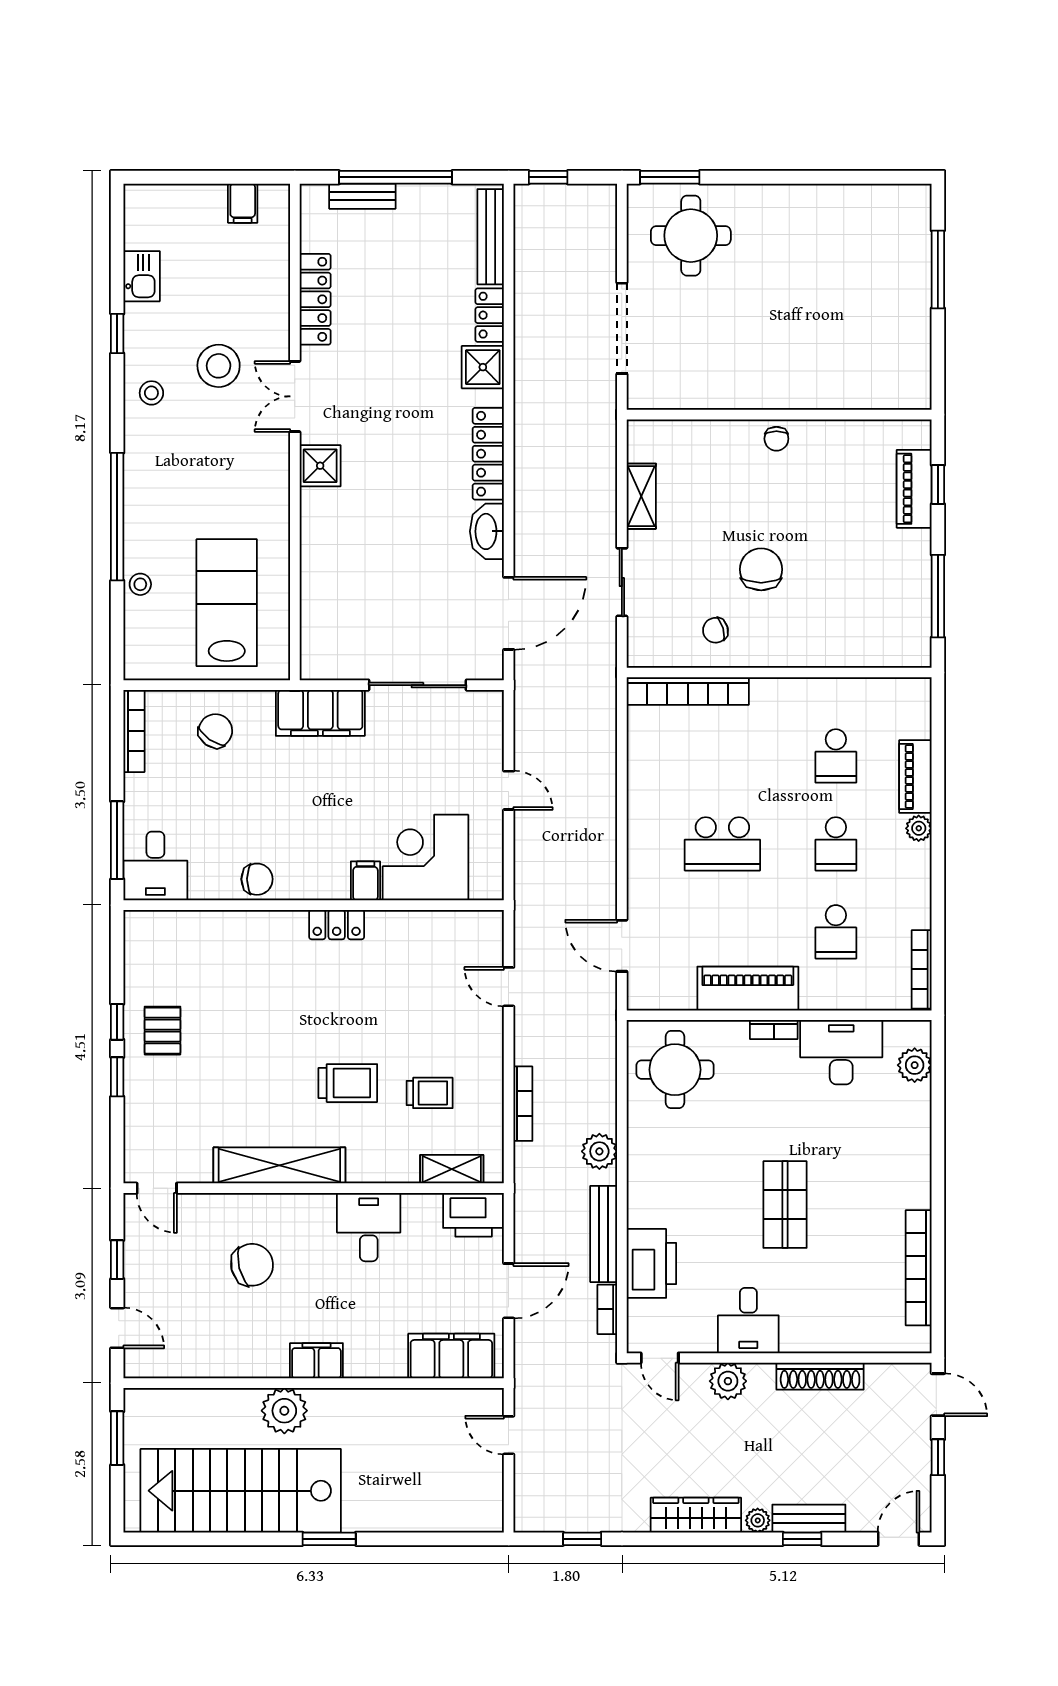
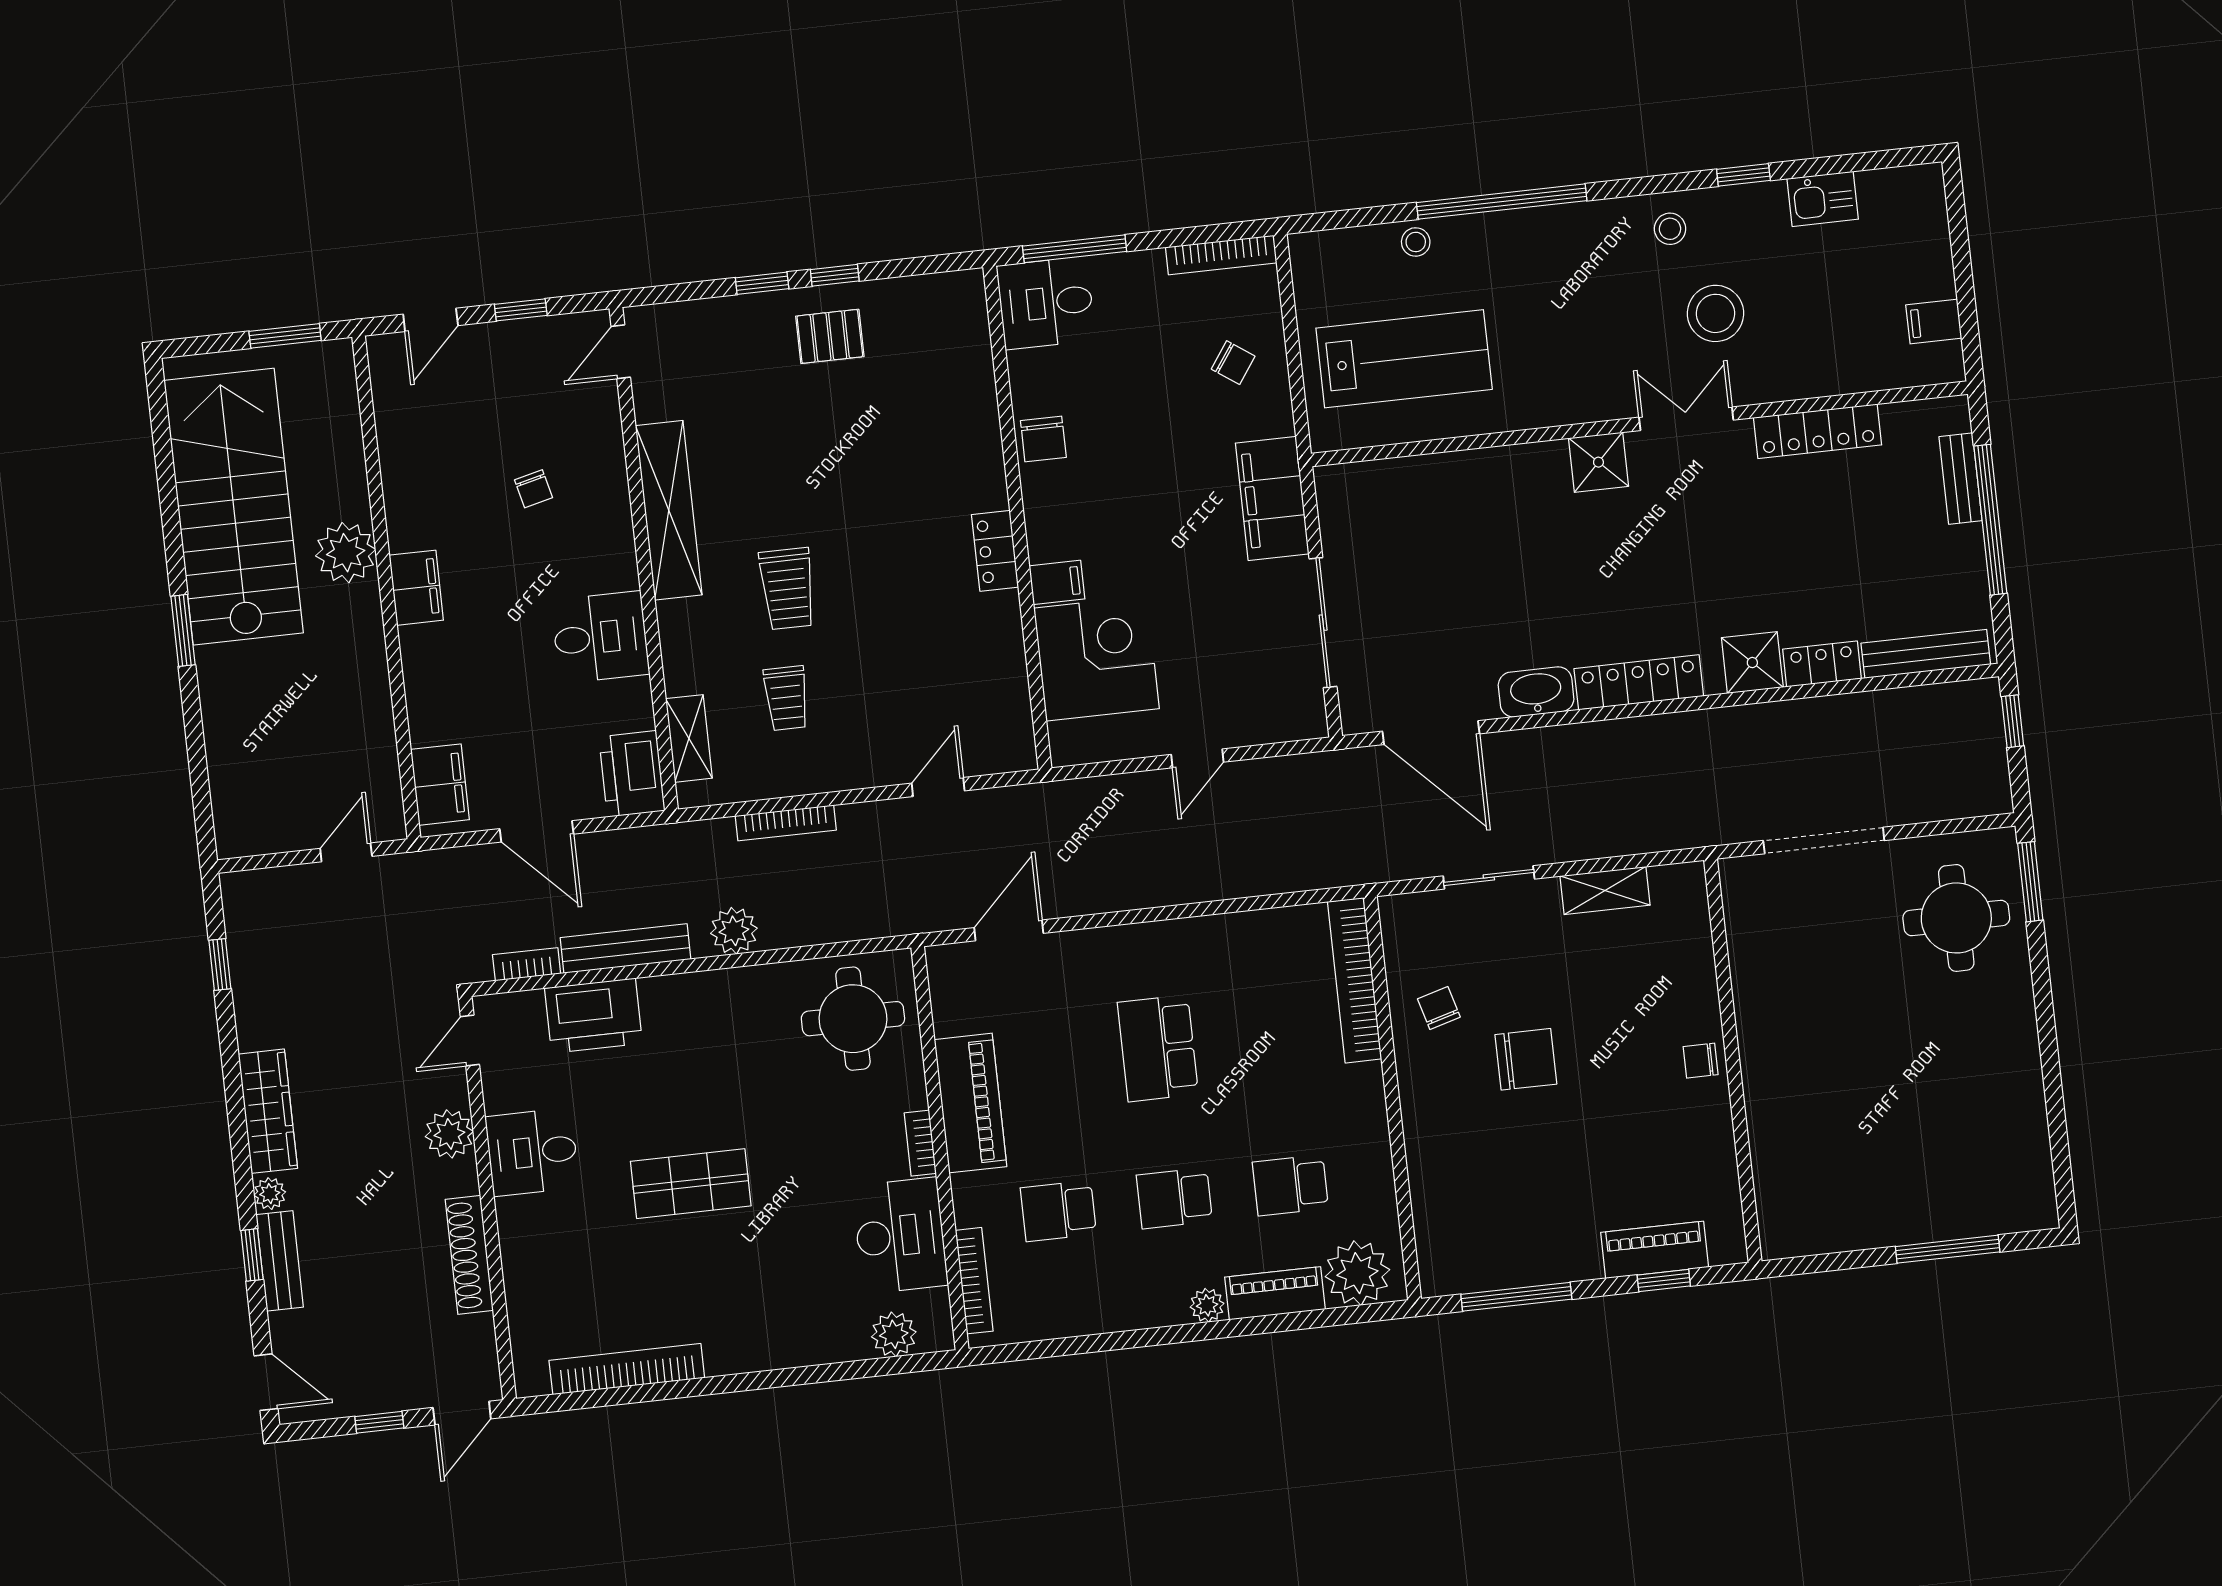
plant: (907, 713) -> (1357, 1273), added
chair: (215, 731) -> (1233, 363), width x0.73, depth x0.73
bookcase: (922, 969) -> (974, 1281), moved, turned 90
chair: (252, 1265) -> (534, 489), width x0.54, depth x0.54
filing cabinet: (451, 1356) -> (440, 785), width x0.67, depth x0.86

